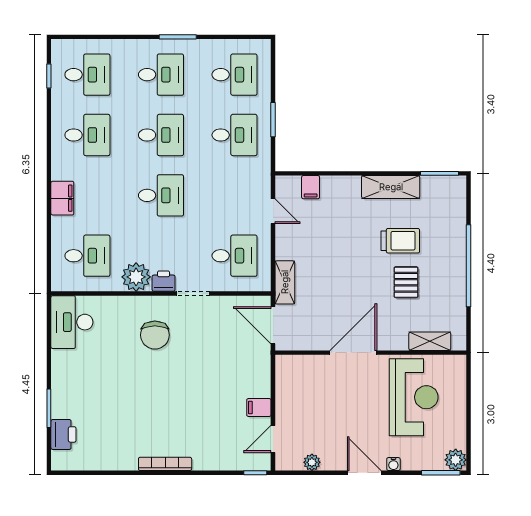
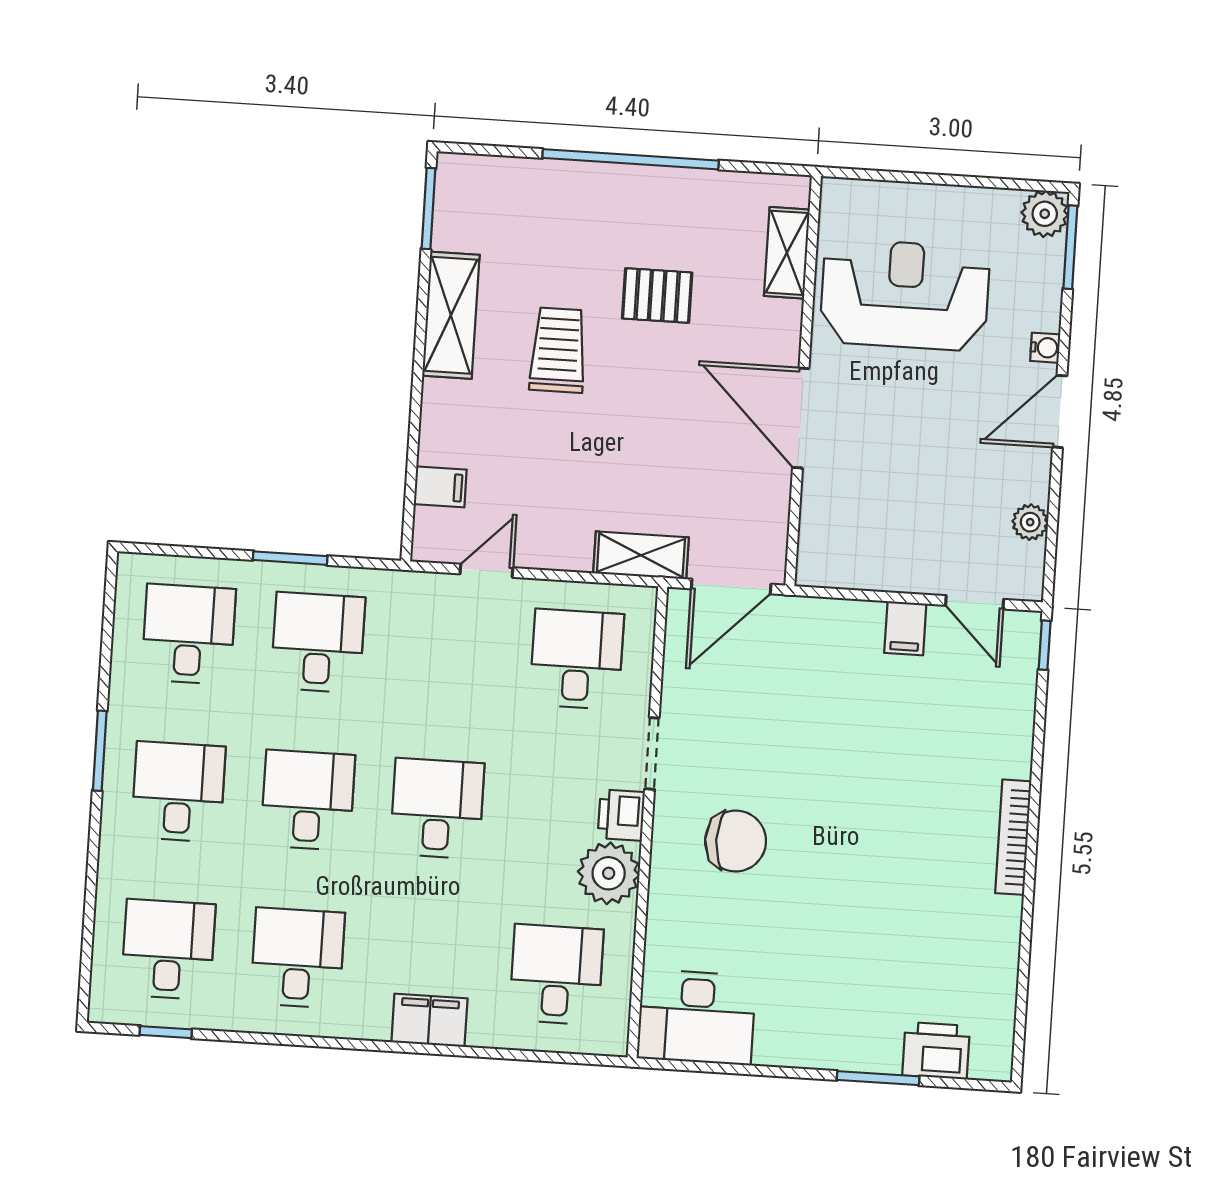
trolley: (400, 241) -> (558, 350), moved

